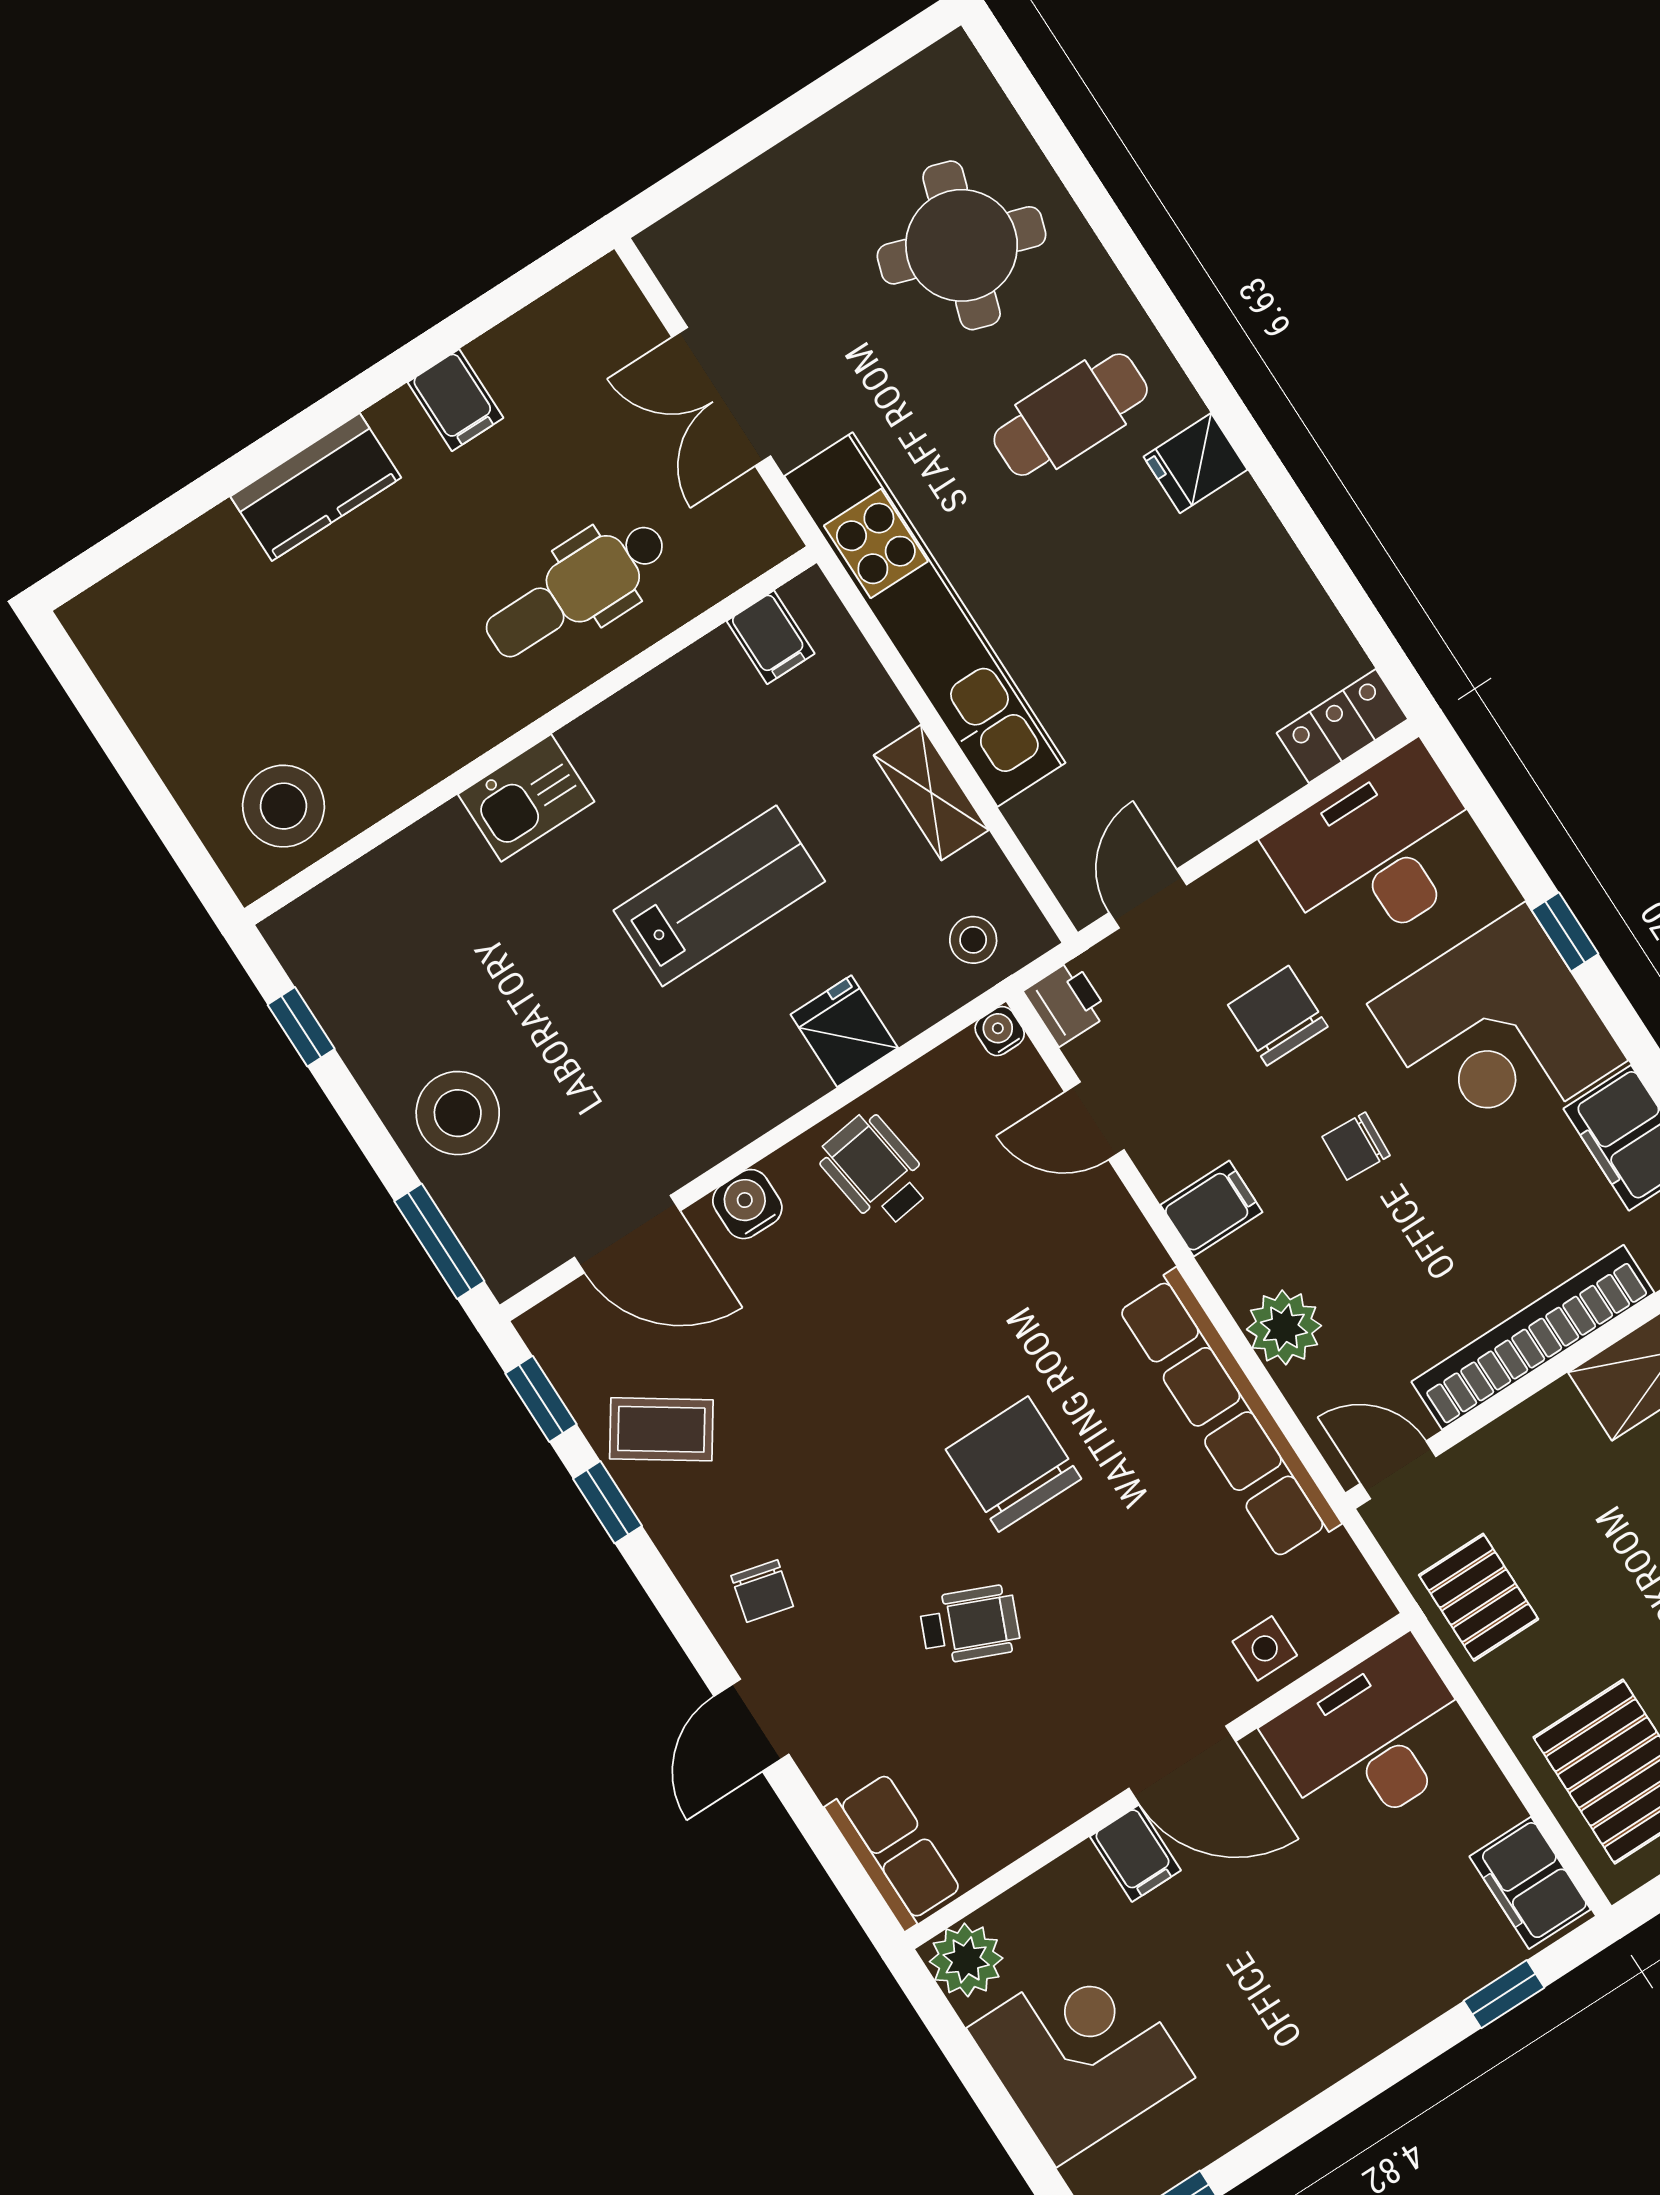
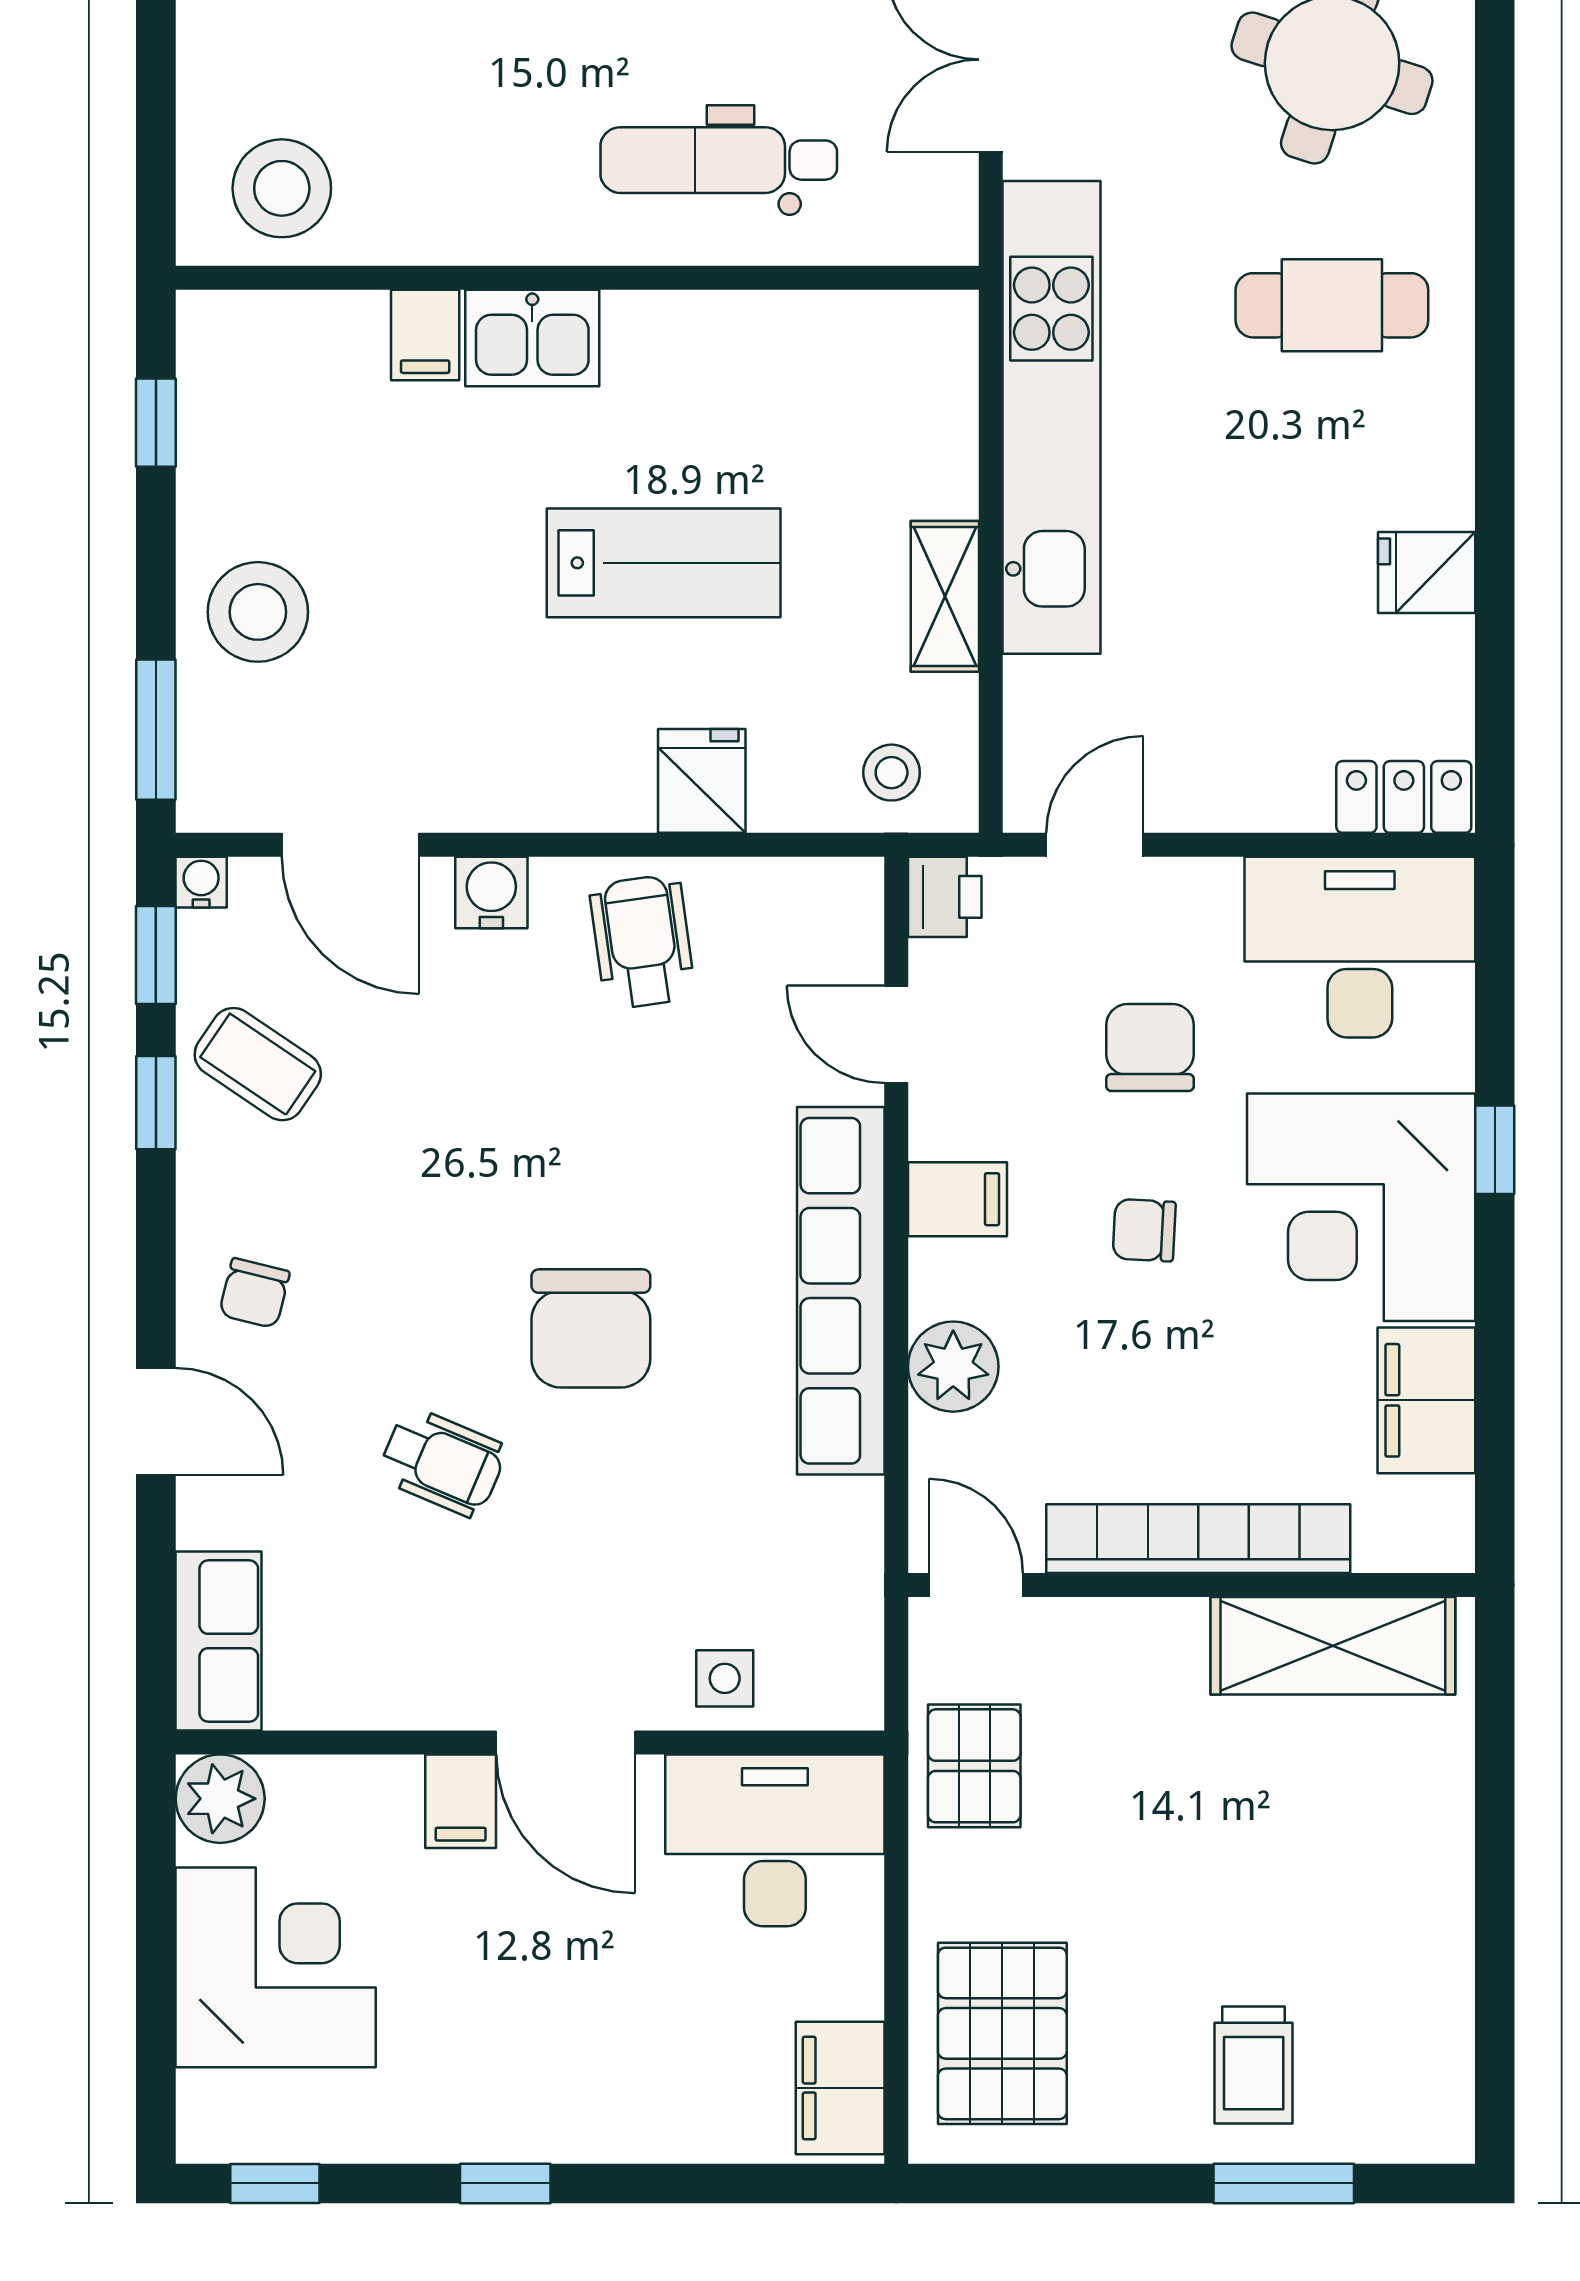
fridge: (1195, 463) -> (1427, 573), moved
filing cabinet: (771, 637) -> (425, 335), moved
water cooler: (1000, 1031) -> (201, 882), moved
row of seats: (1229, 1415) -> (841, 1291), moved
chair: (1013, 1464) -> (591, 1328), turned 180
door: (751, 1725) -> (156, 1422), swing flipped
window: (1504, 1994) -> (505, 2183), moved

